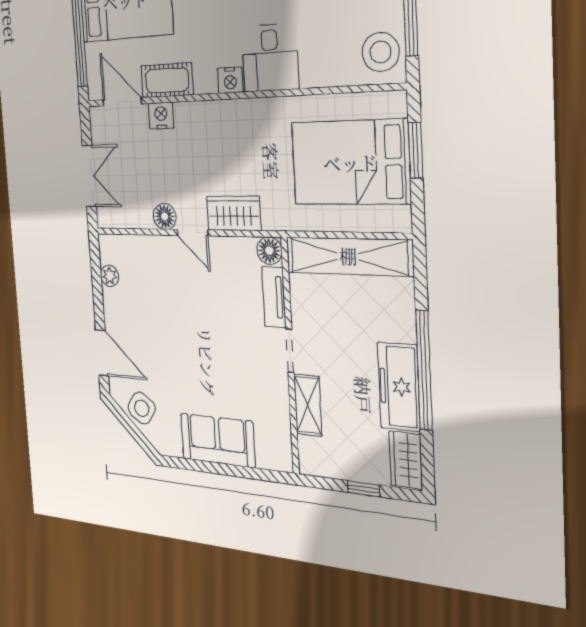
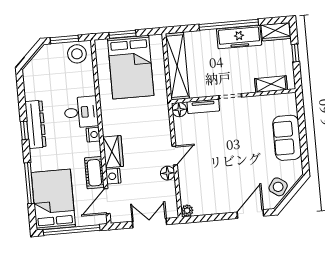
wardrobe: (234, 213) -> (113, 152), moved, turned 180
plant: (110, 276) -> (187, 211), moved
shelving: (308, 405) -> (271, 84), moved

